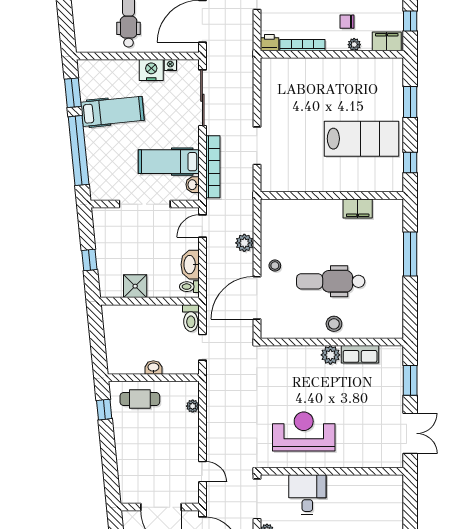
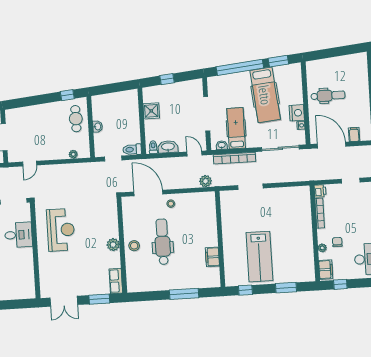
hospital bed: (112, 111) -> (265, 95), width x1.37, depth x1.29
plant: (244, 243) -> (205, 181), moved
row of seats: (360, 354) -> (116, 281), moved

